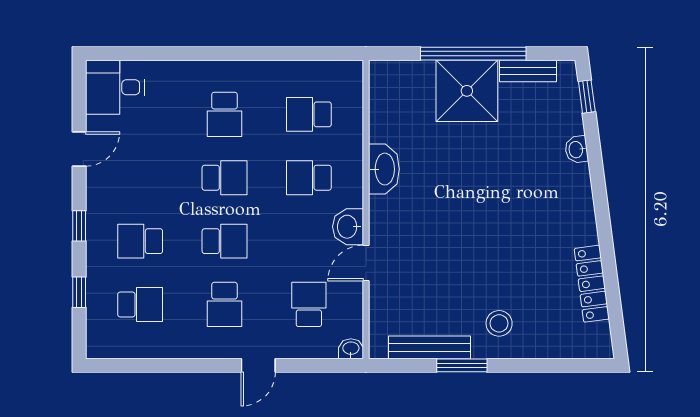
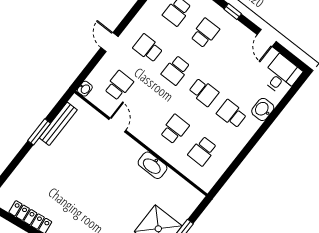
school desk: (309, 114) -> (202, 151), turned 180
school desk: (224, 178) -> (204, 92), turned -90
washbasin: (348, 227) -> (263, 109), moved, turned -90
school desk: (309, 304) -> (119, 85), turned -90
stool: (499, 323) -> (45, 163), removed

